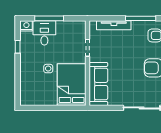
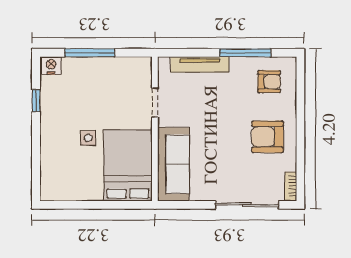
desk: (44, 33) -> (82, 77), removed

